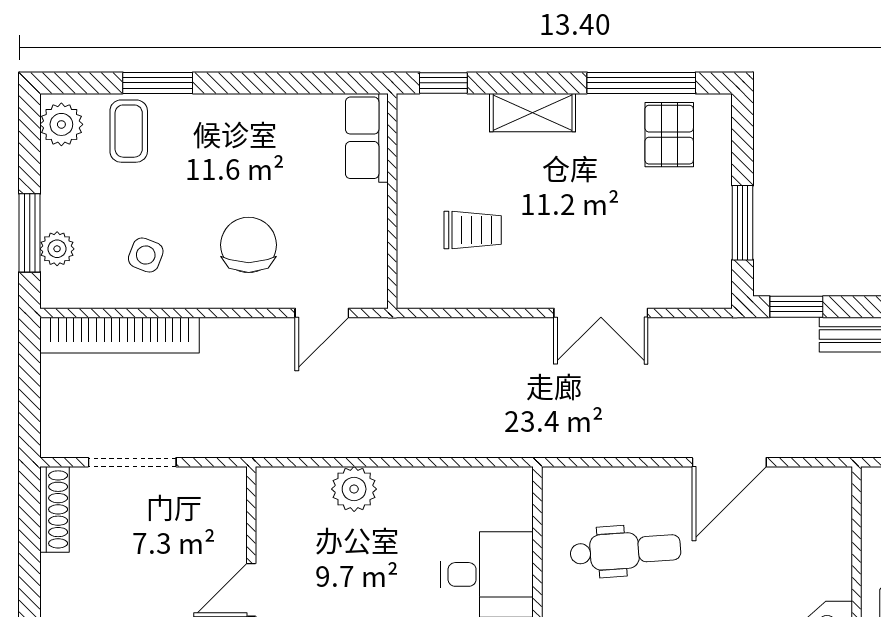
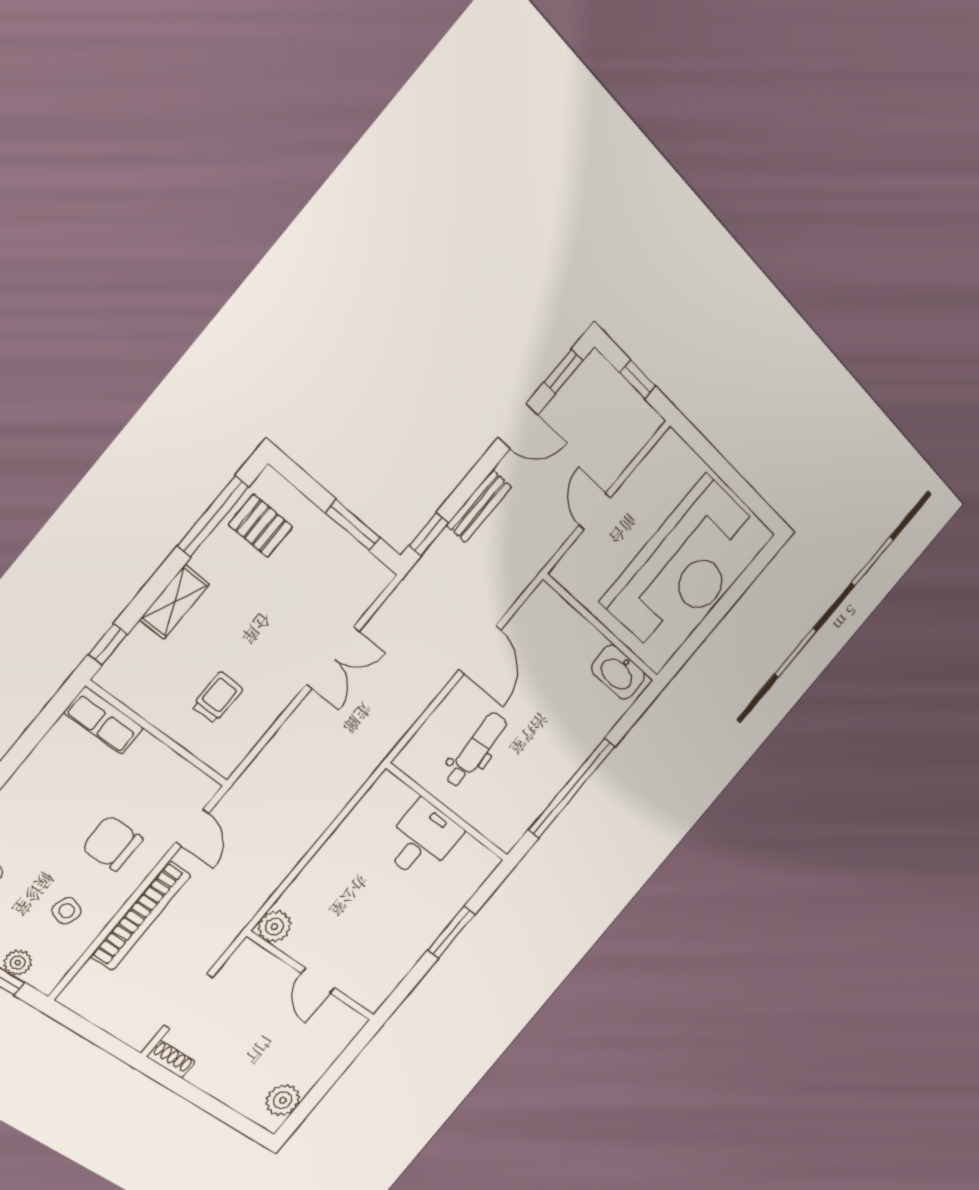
bookcase: (119, 335) -> (141, 916), moved
plant: (354, 489) -> (274, 927), moved
shoe rack: (55, 509) -> (171, 1059), width x0.70

